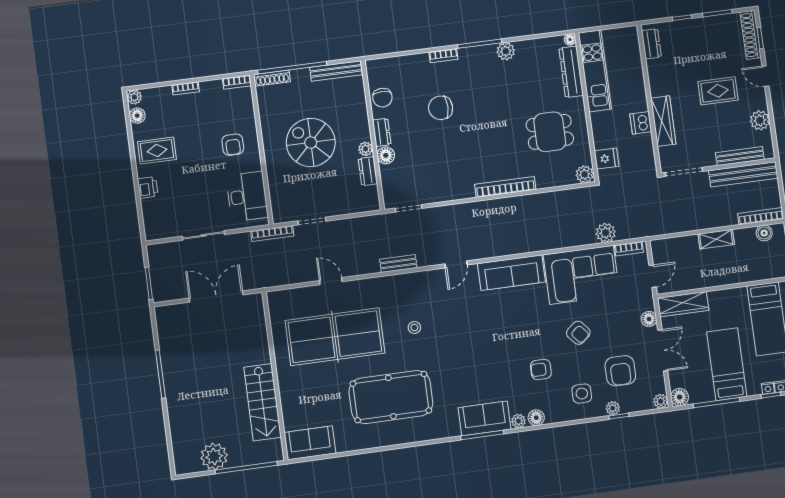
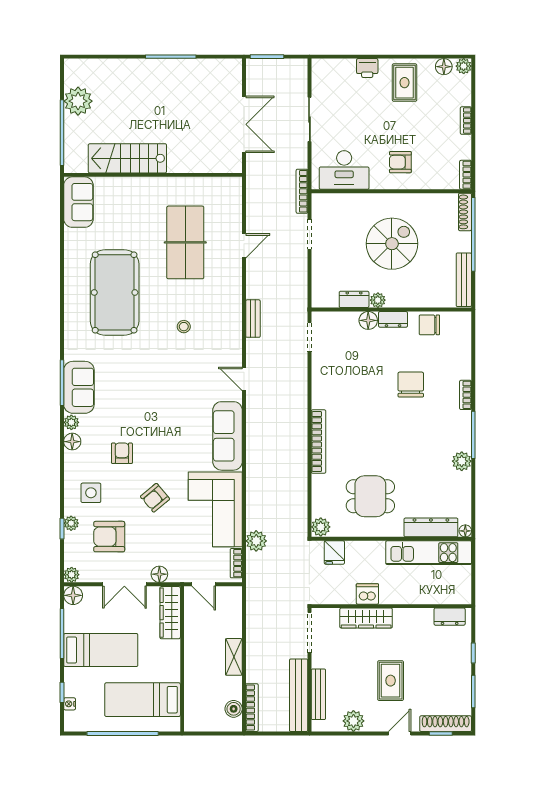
dining table: (550, 132) -> (370, 496), turned 90
table tennis table: (335, 337) -> (185, 242), width x0.73, depth x0.76
nightstand: (768, 388) -> (70, 690), removed

